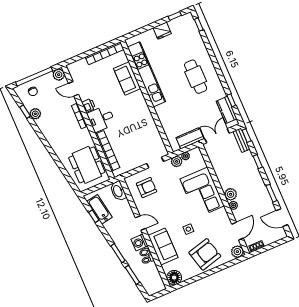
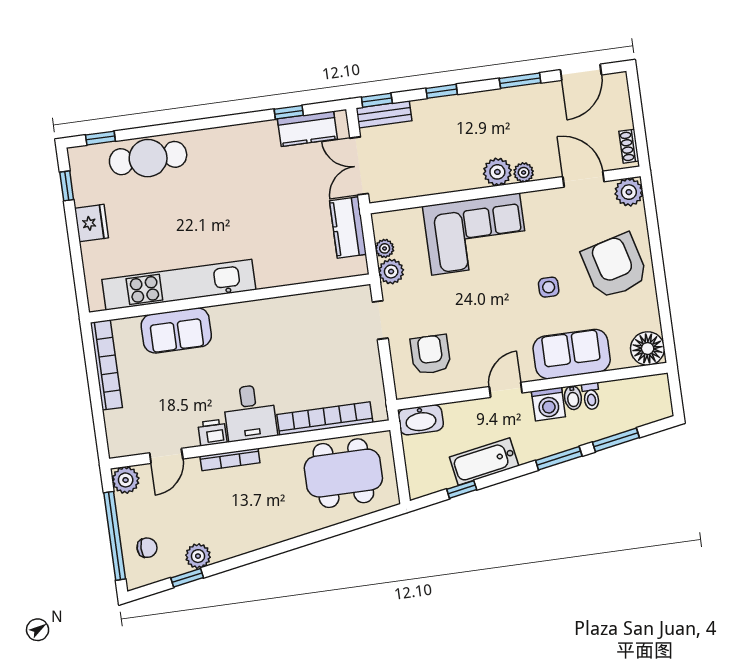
cafe table: (196, 77) -> (148, 158), moved
bathtub: (99, 209) -> (484, 461), moved

